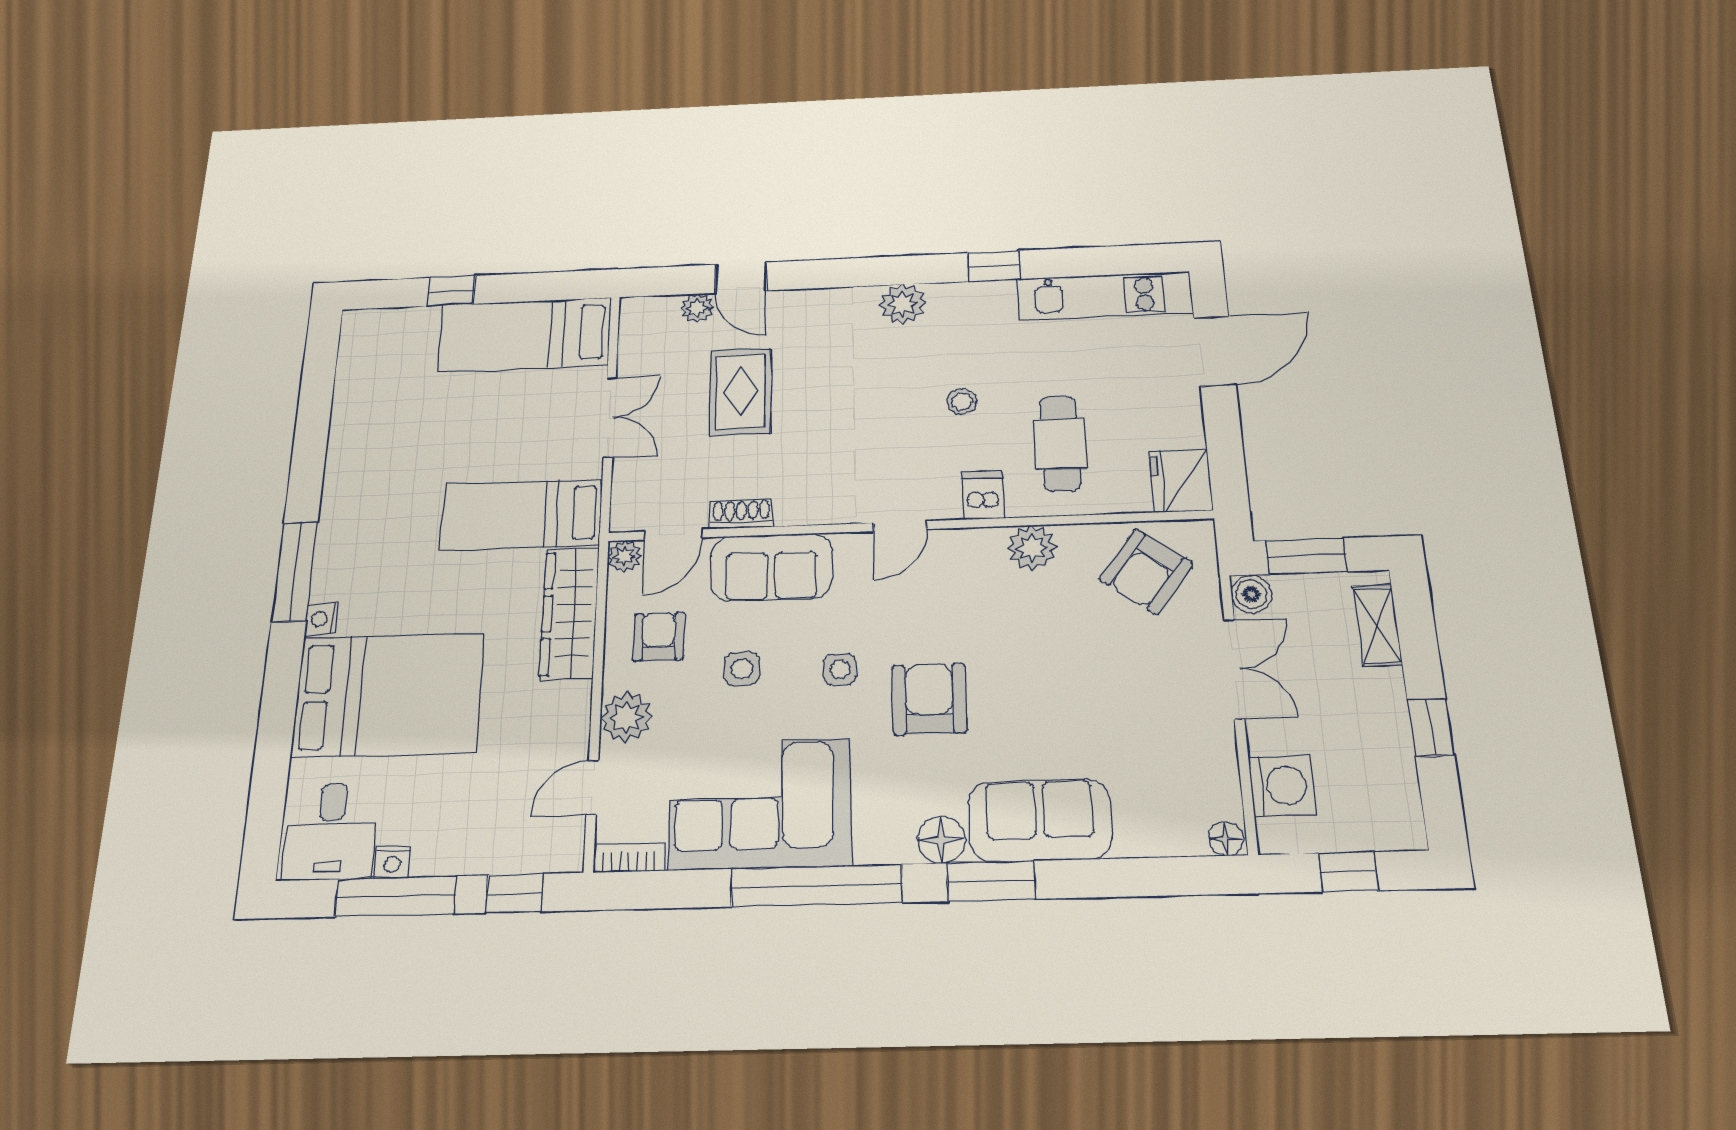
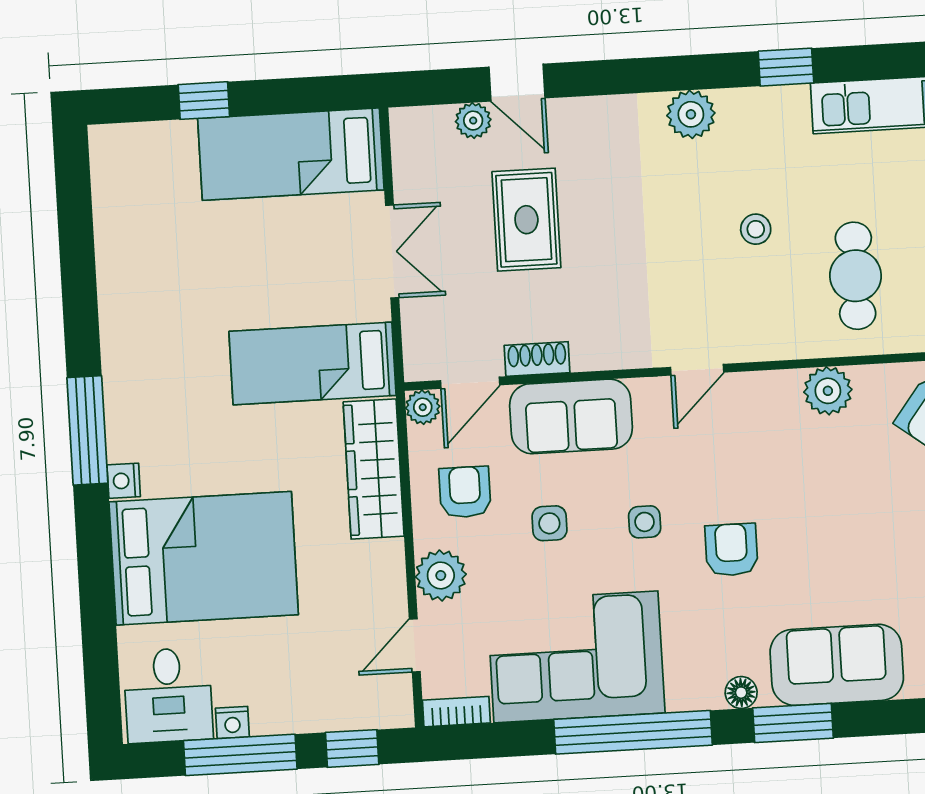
dishwasher: (983, 495) -> (779, 334), removed
armchair: (929, 699) -> (731, 550), width x0.72, depth x0.72
floor lamp: (942, 840) -> (741, 693), width x0.73, depth x0.73

